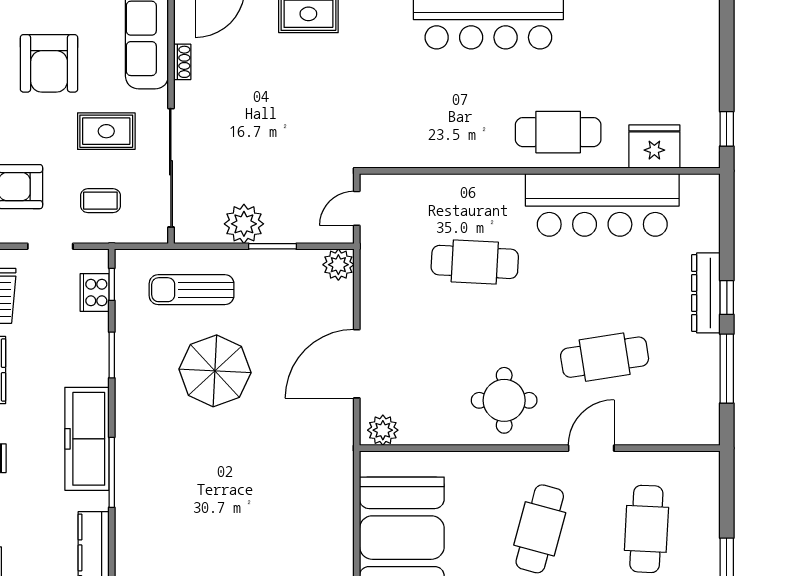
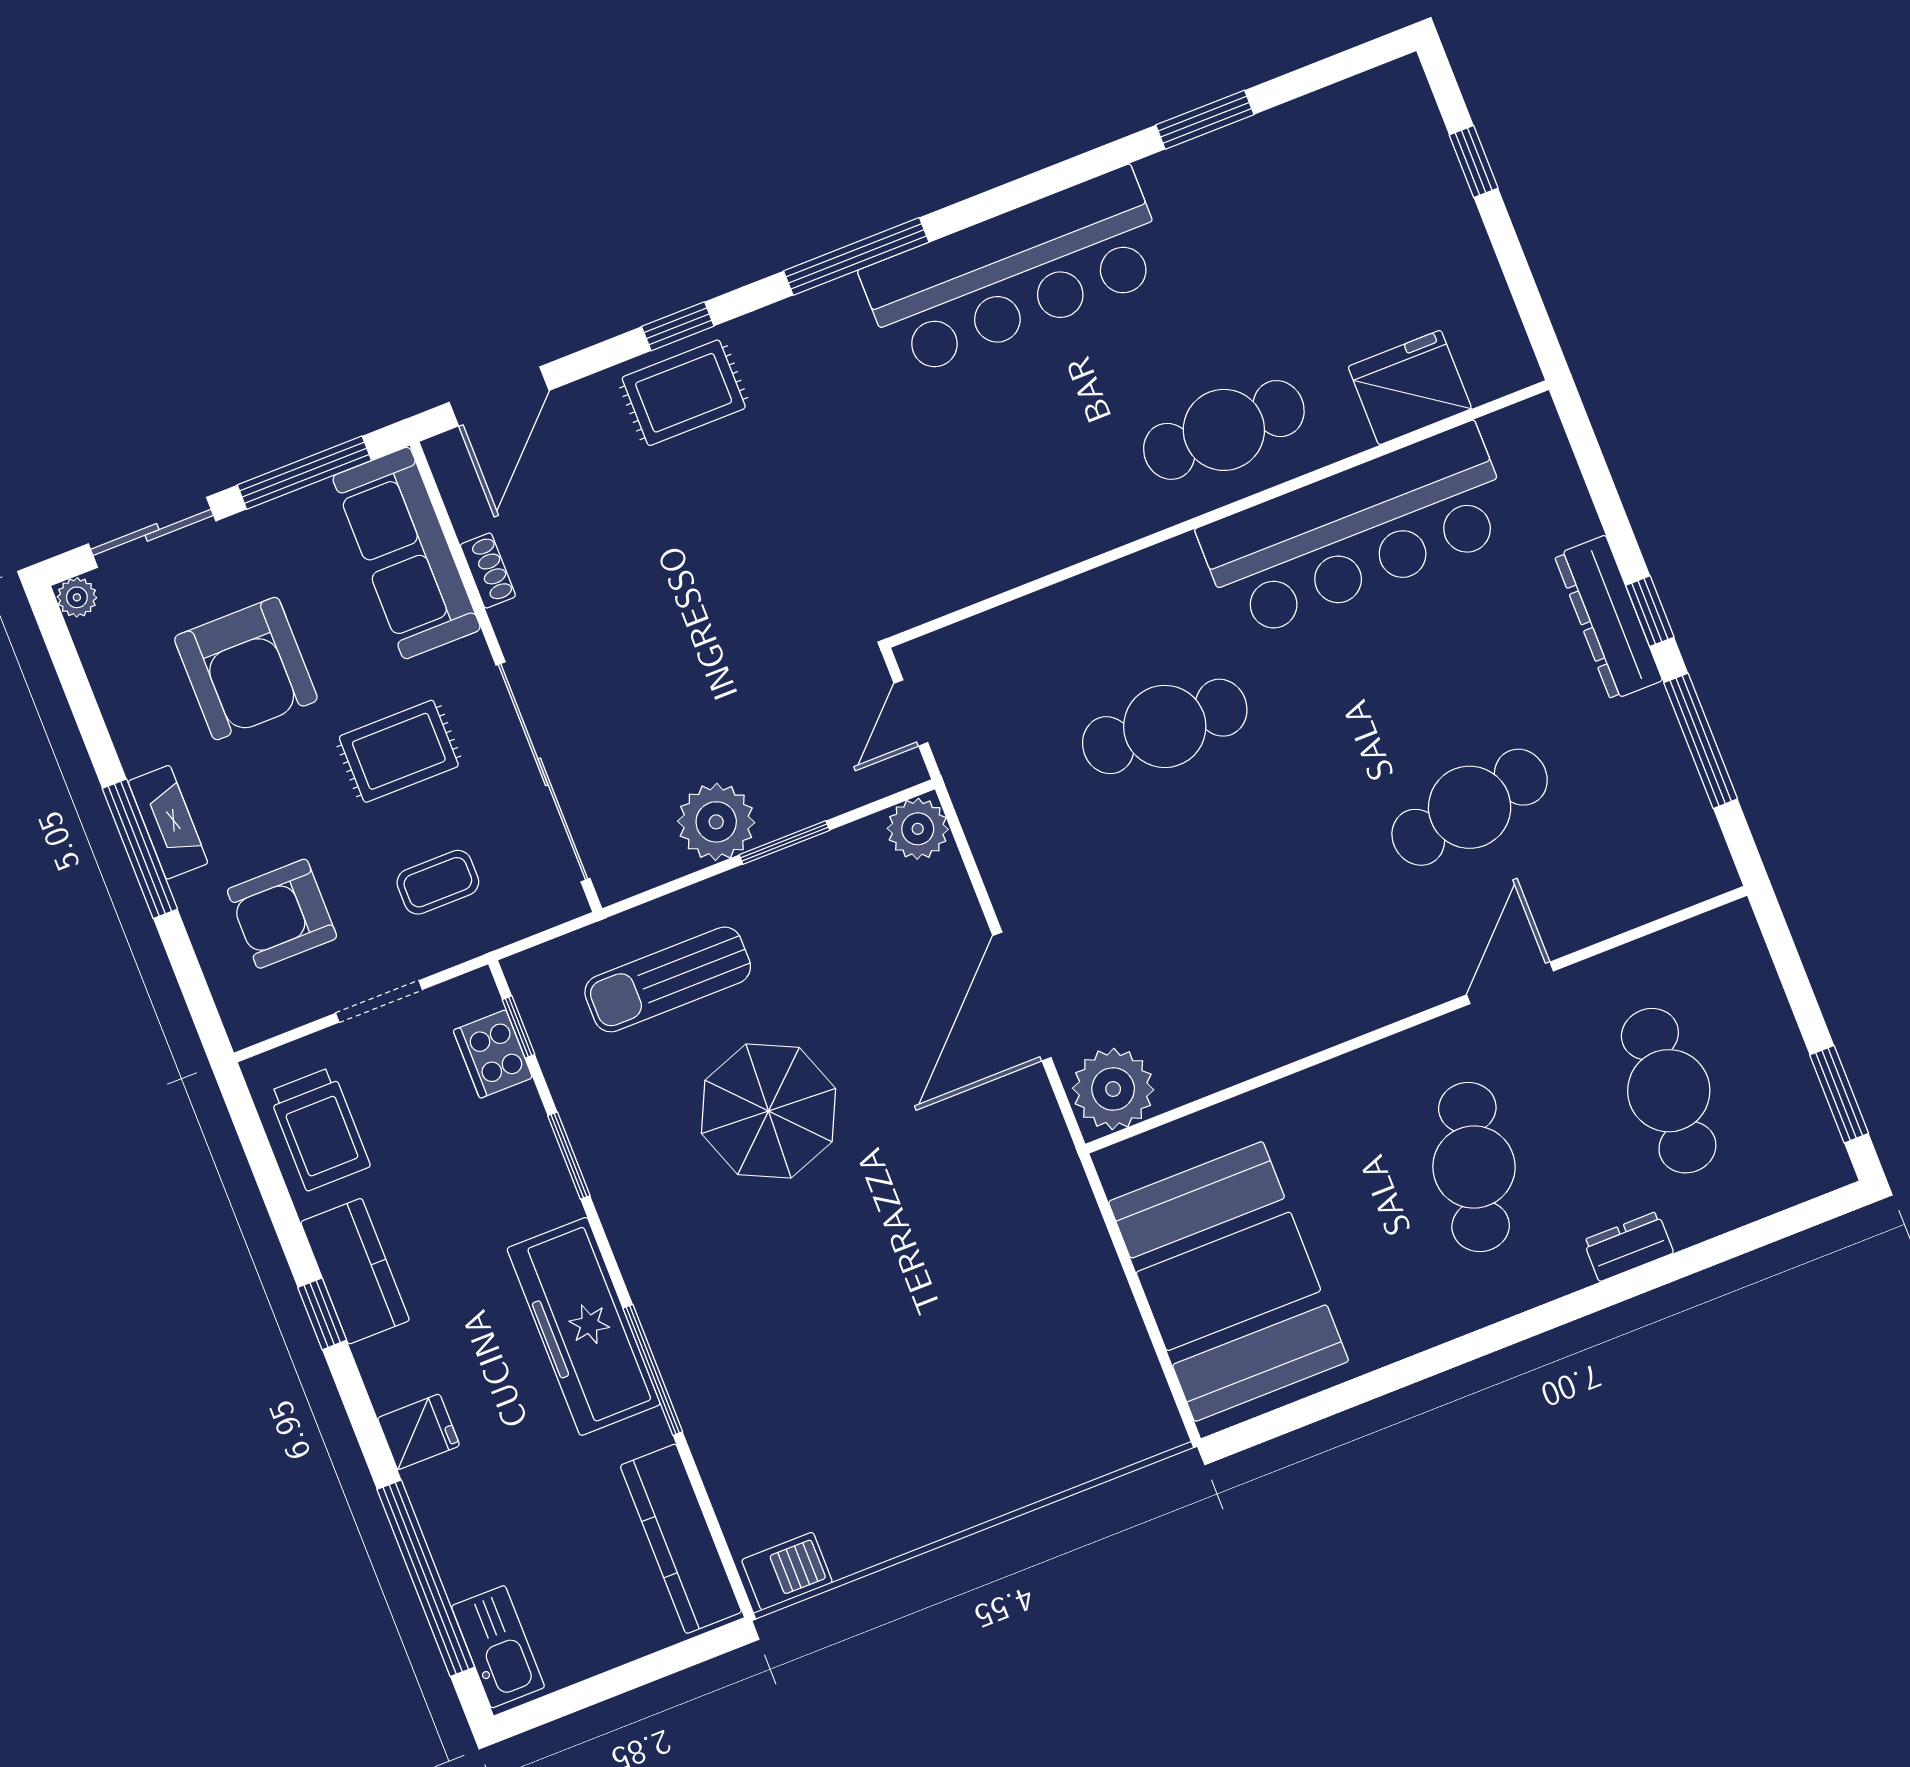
window: (727, 129) -> (1474, 161), moved
round table: (504, 400) -> (1317, 958), removed
plant: (383, 430) -> (1113, 1089), width x1.36, depth x1.36

